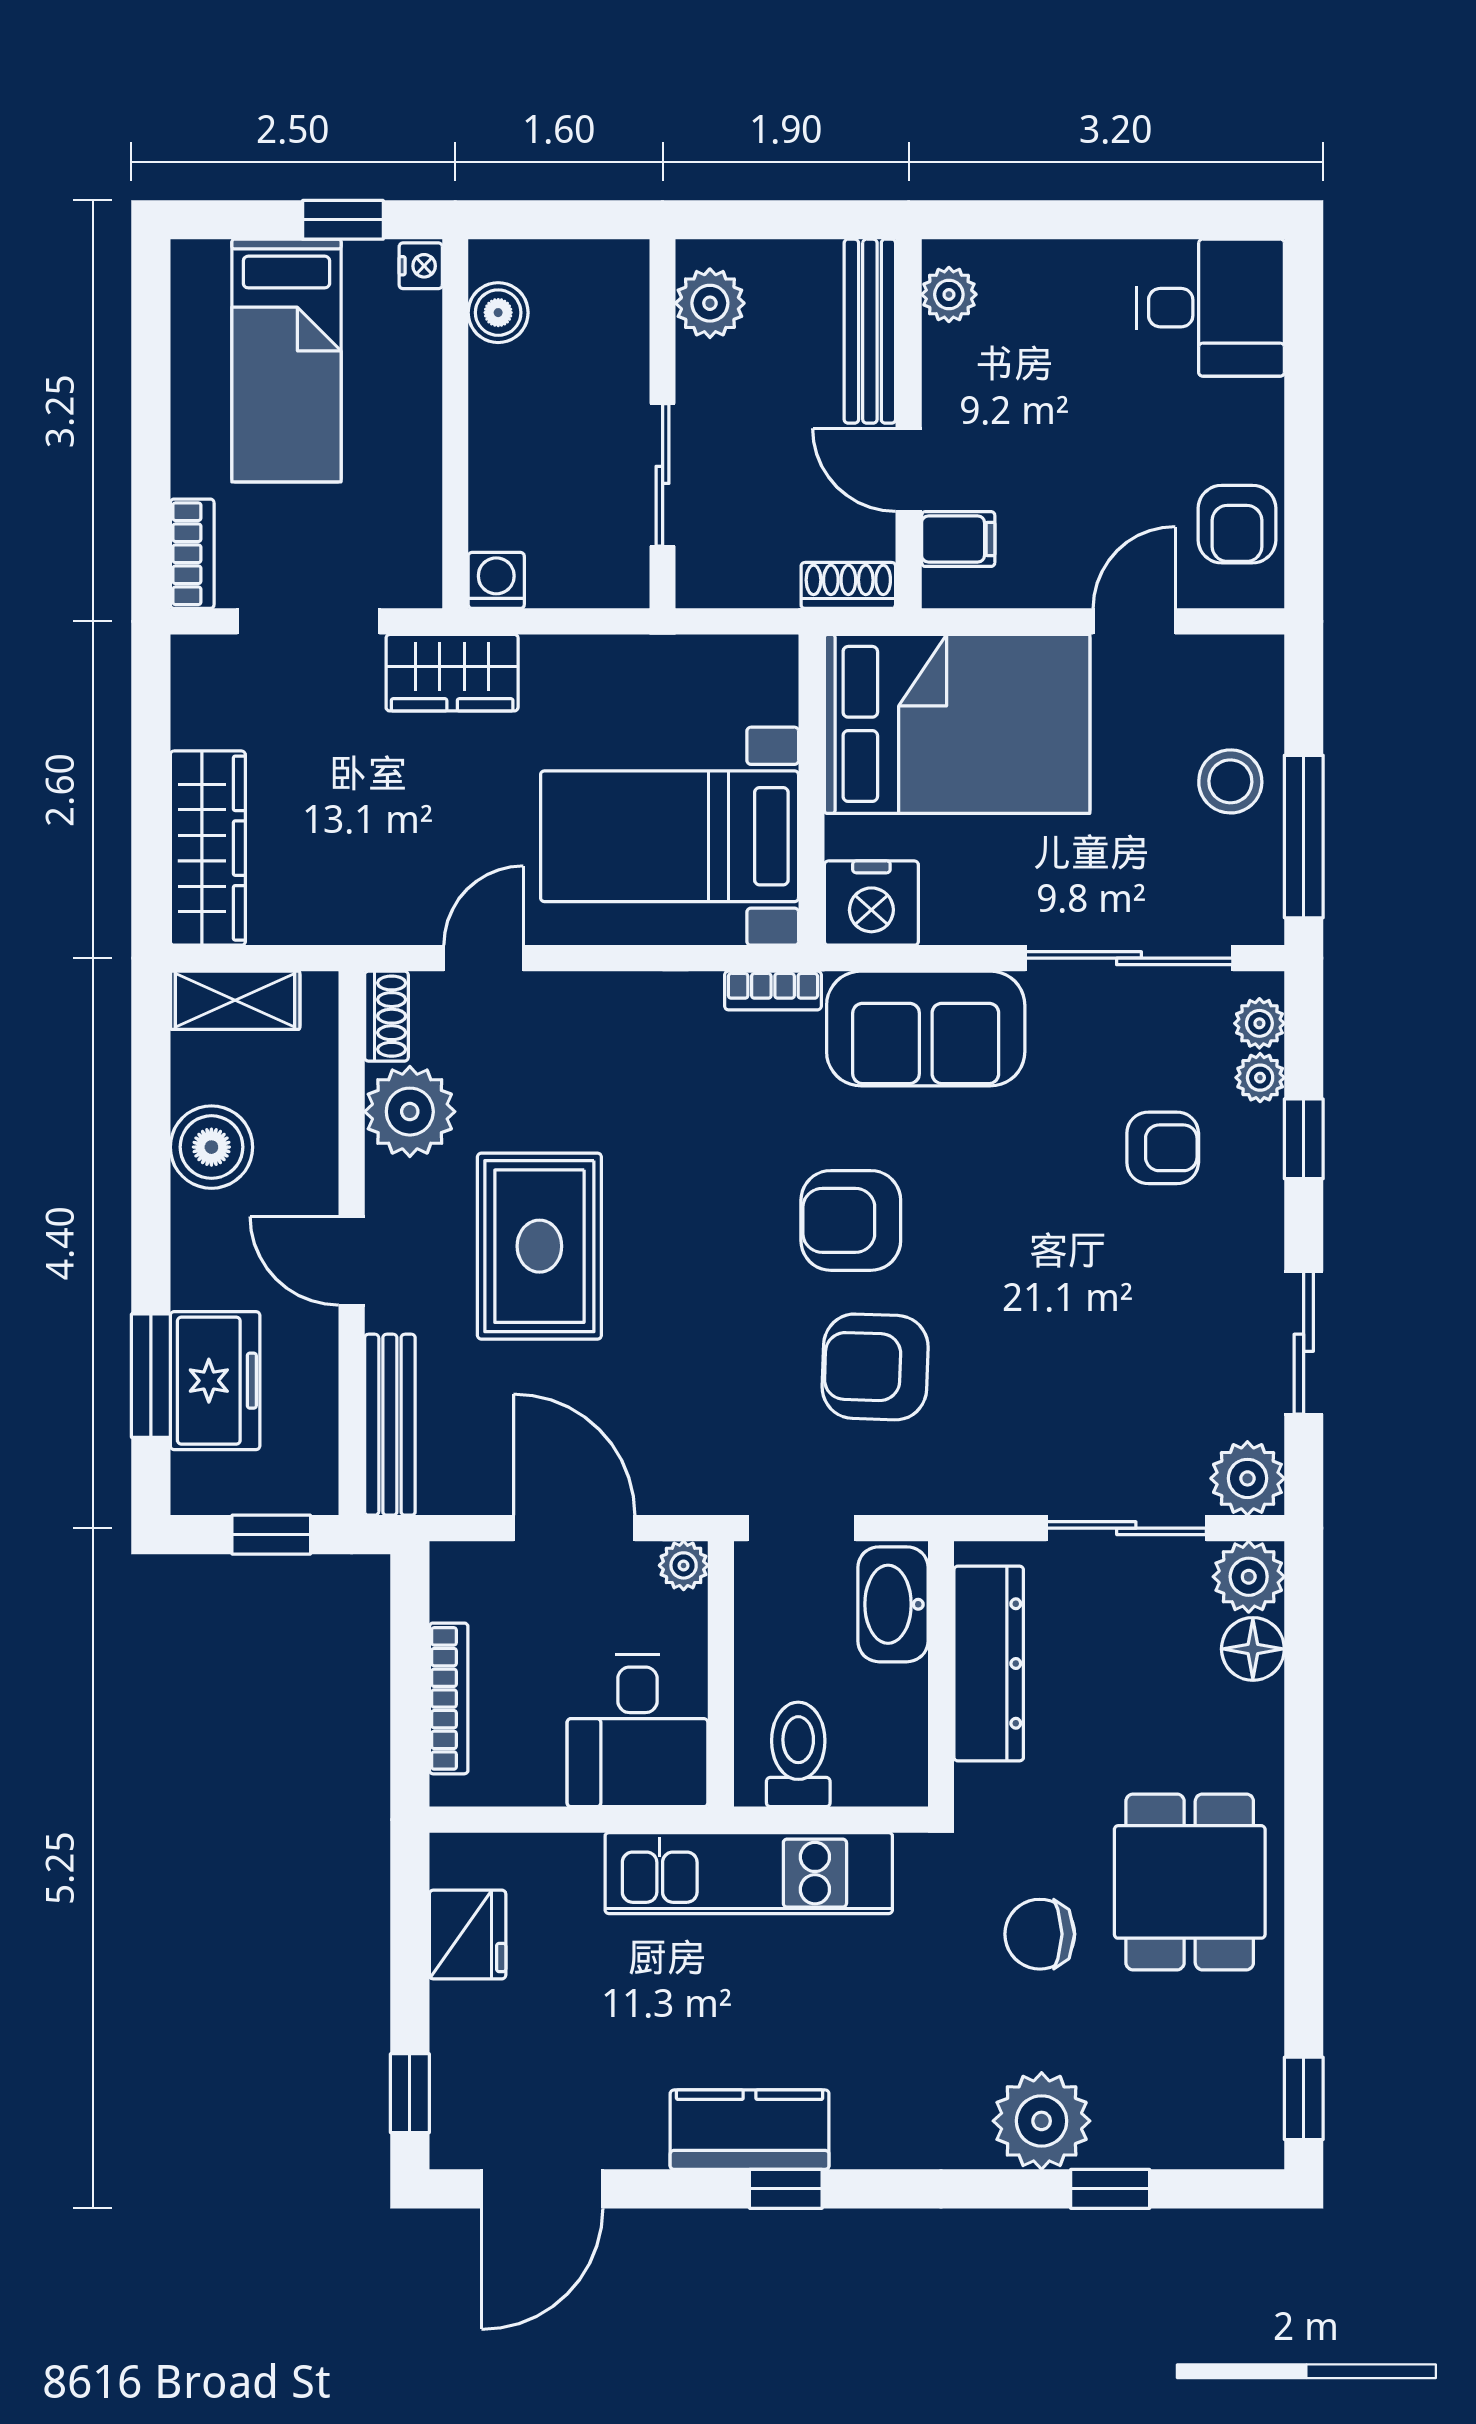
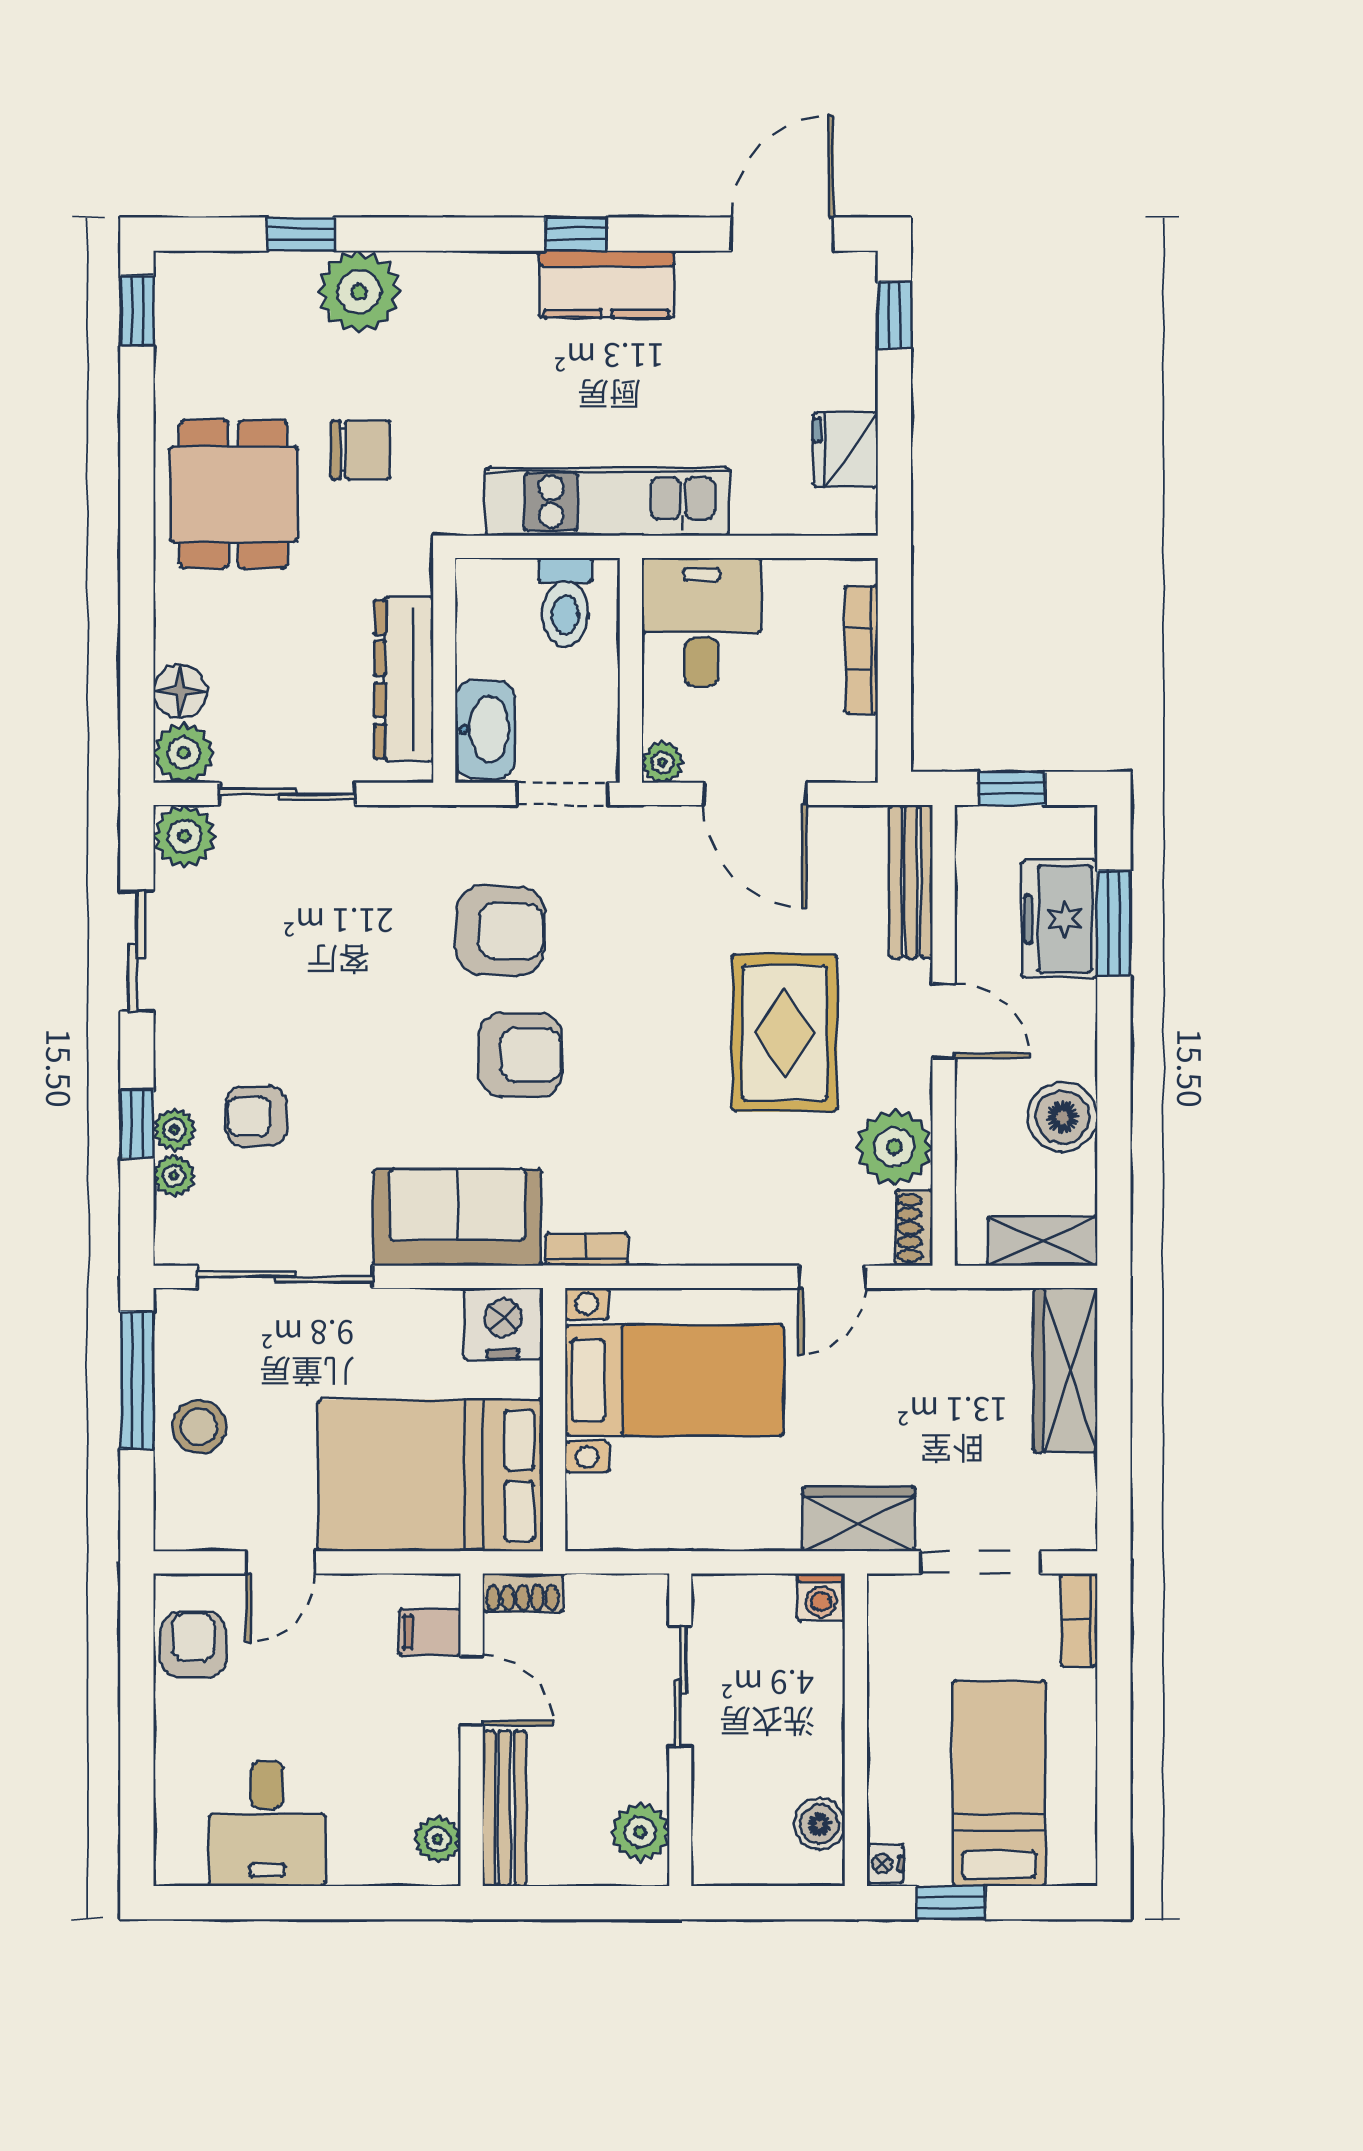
desk: (1211, 308) -> (267, 1824), moved, turned -90
plant: (1259, 1023) -> (174, 1130), moved

